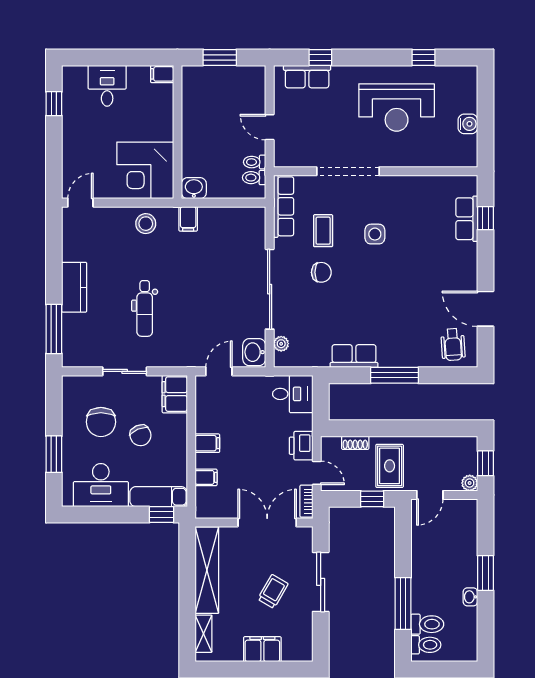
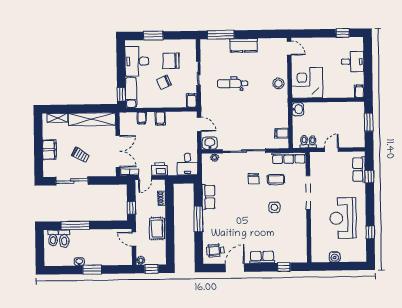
filing cabinet: (188, 219) -> (282, 133), moved
row of seats: (467, 219) -> (262, 257), moved
filing cabinet: (175, 394) -> (192, 100), width x0.50
rug: (390, 466) -> (157, 229), moved, turned 90
sliding door: (321, 582) -> (72, 181), moved

